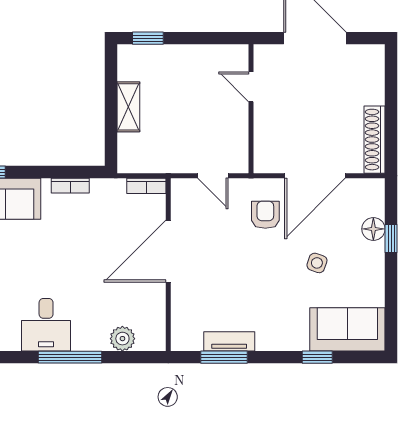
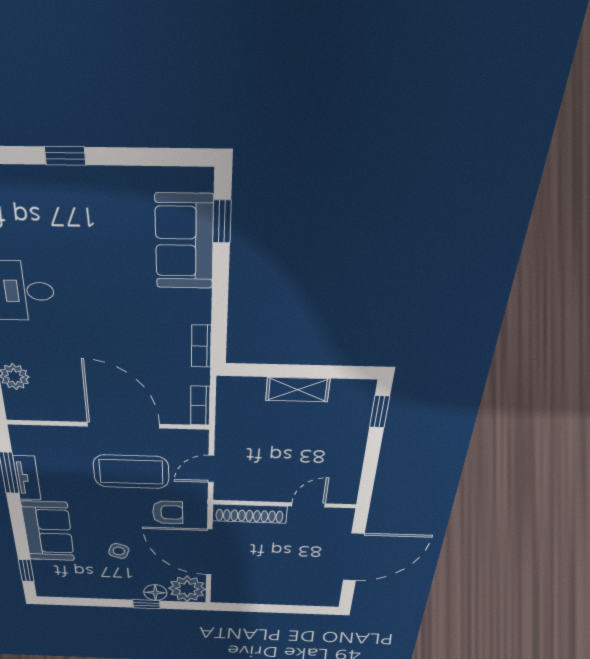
shoe rack: (375, 140) -> (249, 514), moved, turned 180
bookcase: (70, 186) -> (201, 346), moved
plant: (366, 197) -> (187, 589), added
coffee table: (219, 247) -> (131, 472), added
sofa: (347, 329) -> (48, 531), moved
window: (317, 357) -> (26, 571), moved

